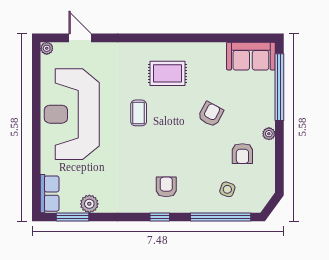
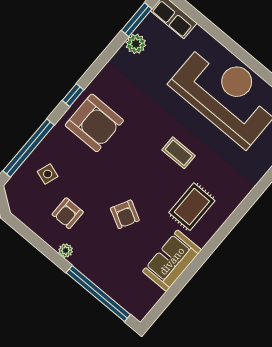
sofa: (251, 56) -> (172, 261), moved
armchair: (242, 154) -> (68, 213), turned -90
armchair: (166, 187) -> (94, 123), width x1.88, depth x1.88

